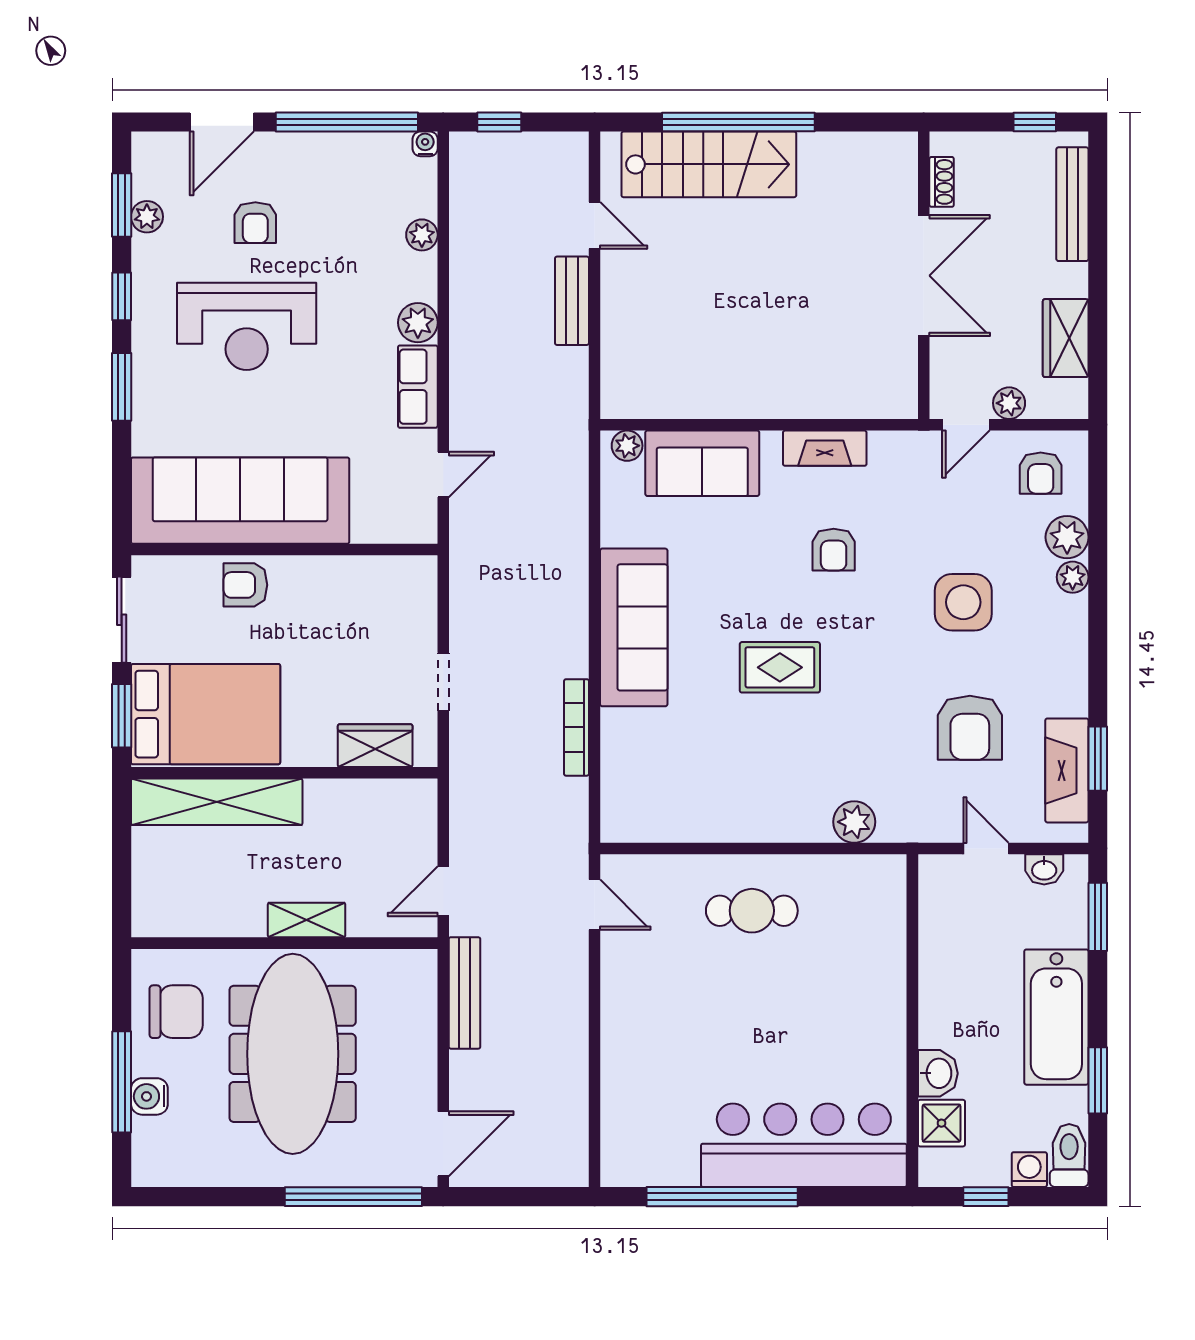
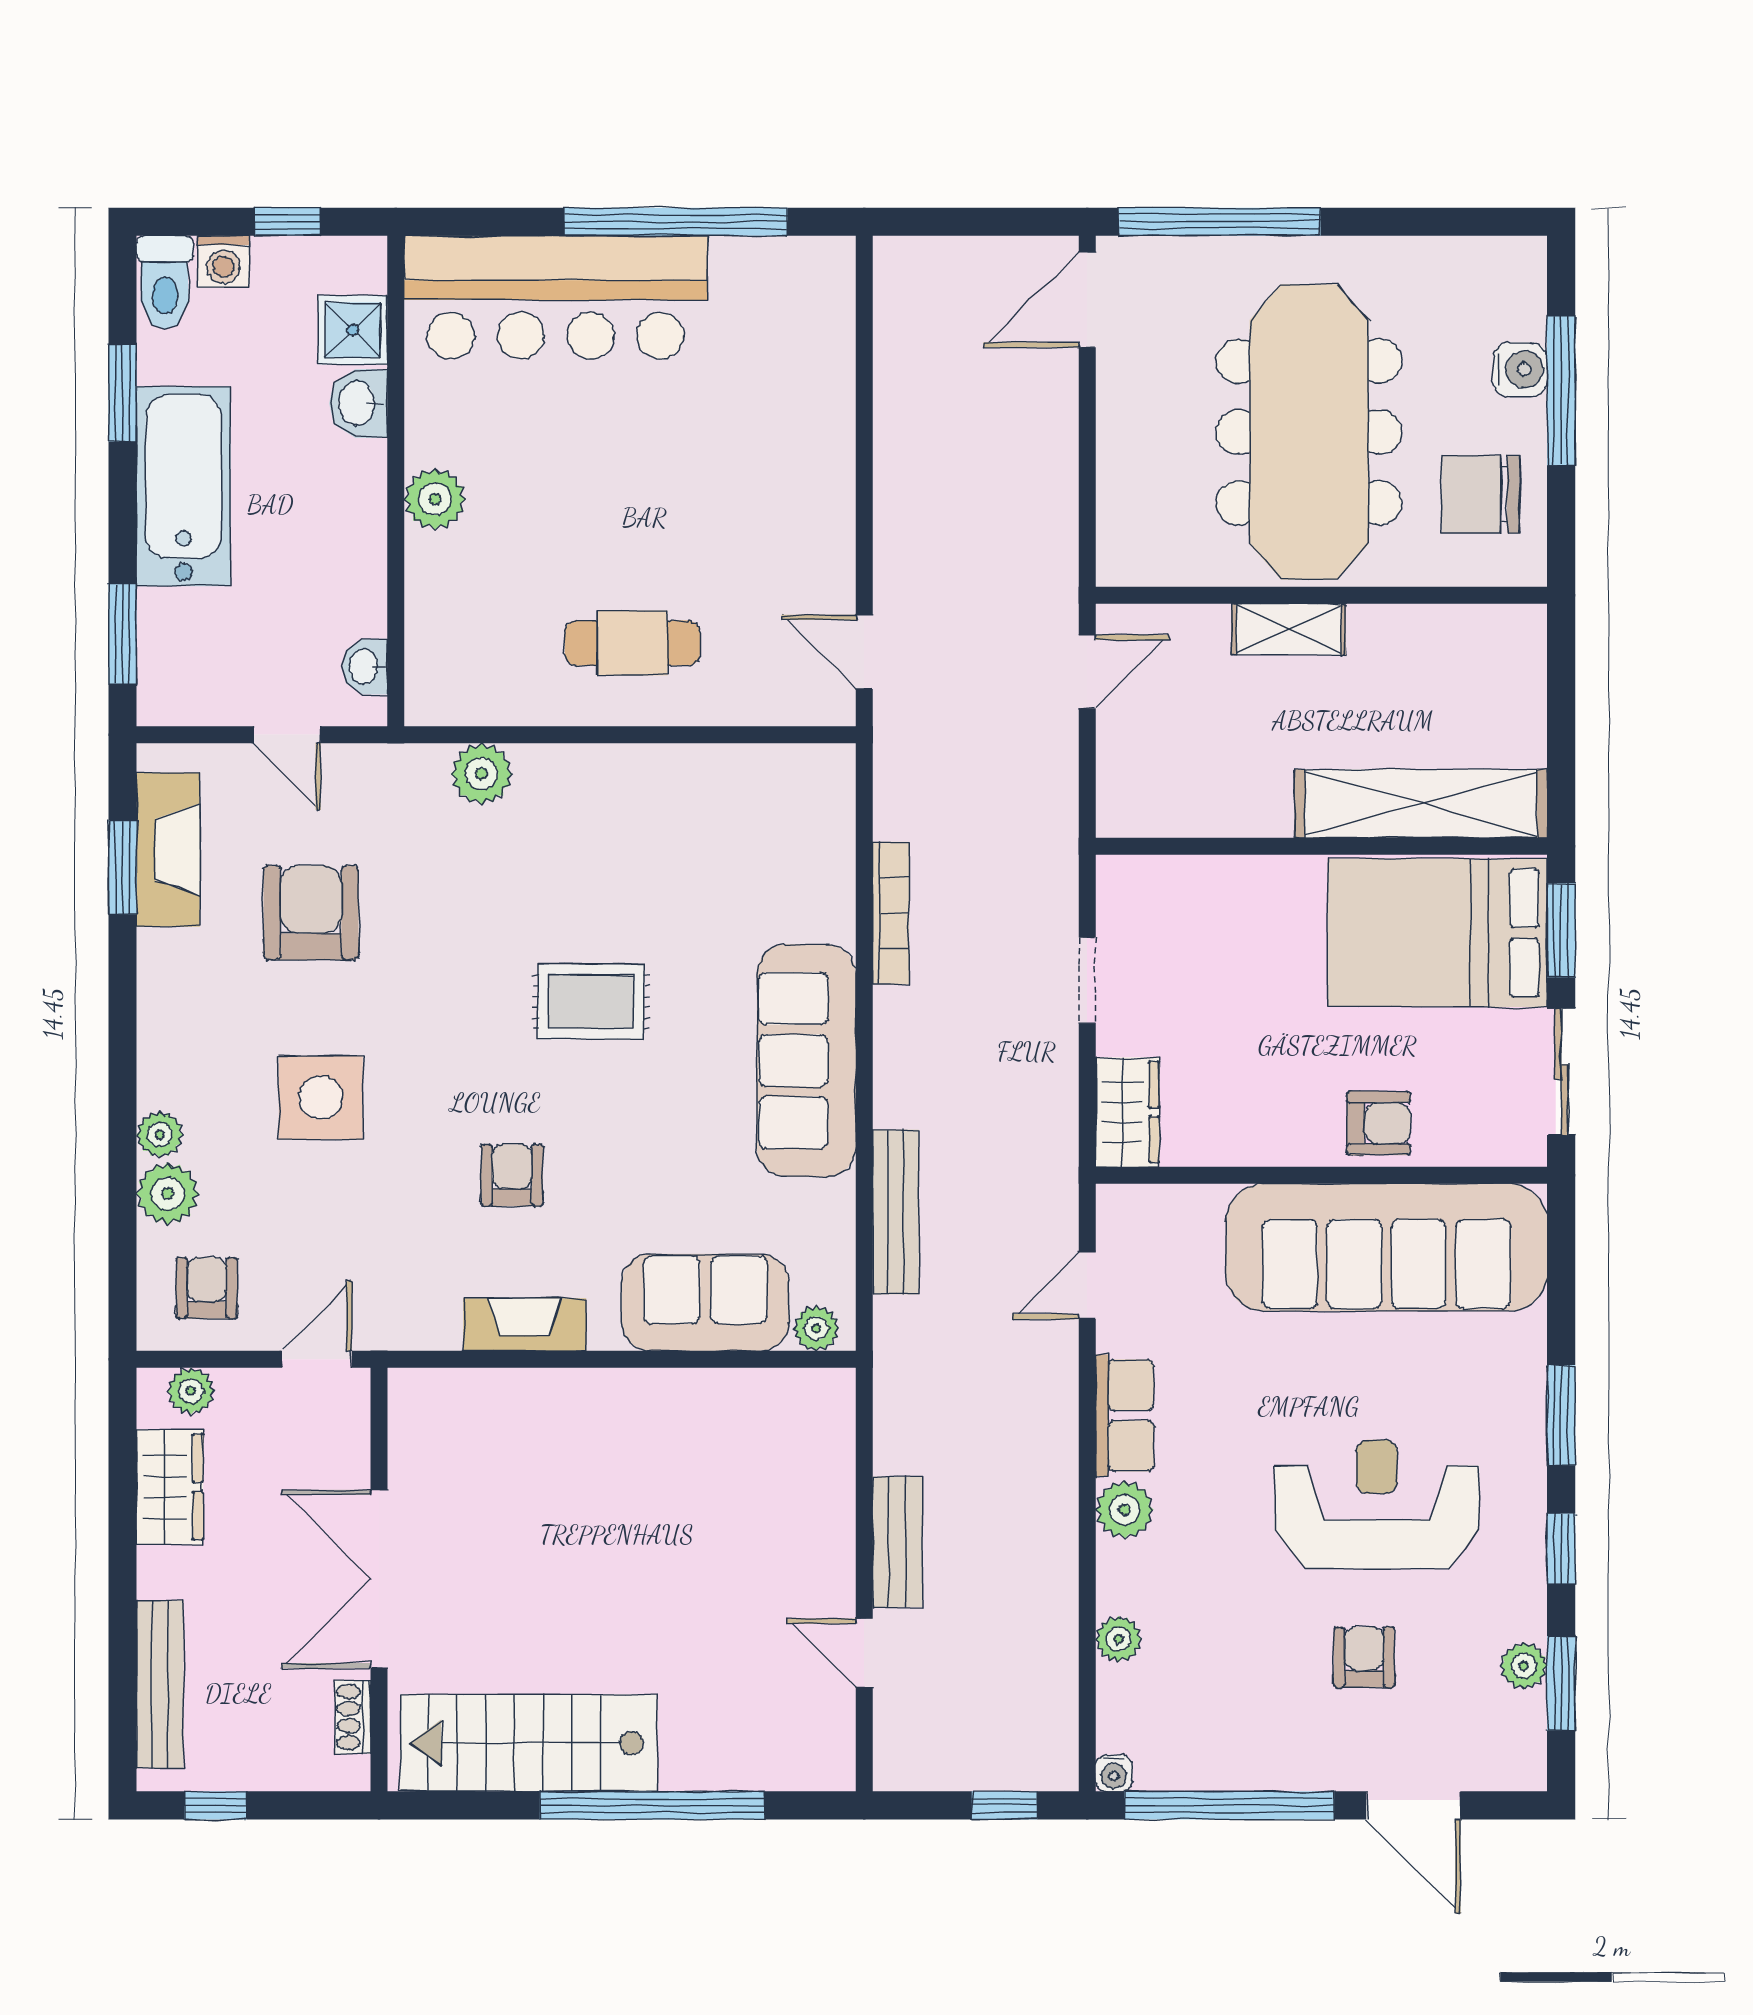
door: (222, 122) -> (1413, 1805), swing flipped
stairs: (709, 164) -> (529, 1743), moved
plant: (1009, 403) -> (191, 1391), moved
wardrobe: (375, 746) -> (1127, 1112), moved, turned -90
washbasin: (1044, 869) -> (365, 667), moved, turned -90
bench: (465, 993) -> (896, 1212), moved
plant: (886, 1008) -> (435, 499), added

